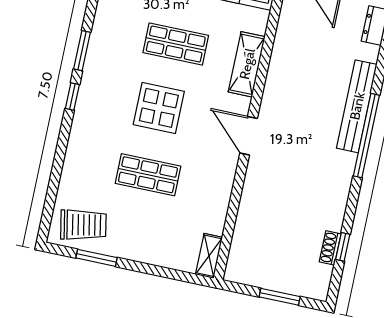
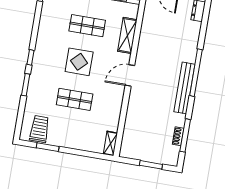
window: (82, 51) -> (26, 85), moved
bench: (357, 106) -> (184, 88), moved
door: (249, 136) -> (130, 75), hinge flipped
trolley: (83, 225) -> (39, 129), turned -79
window: (343, 247) -> (185, 135), width x2.17

